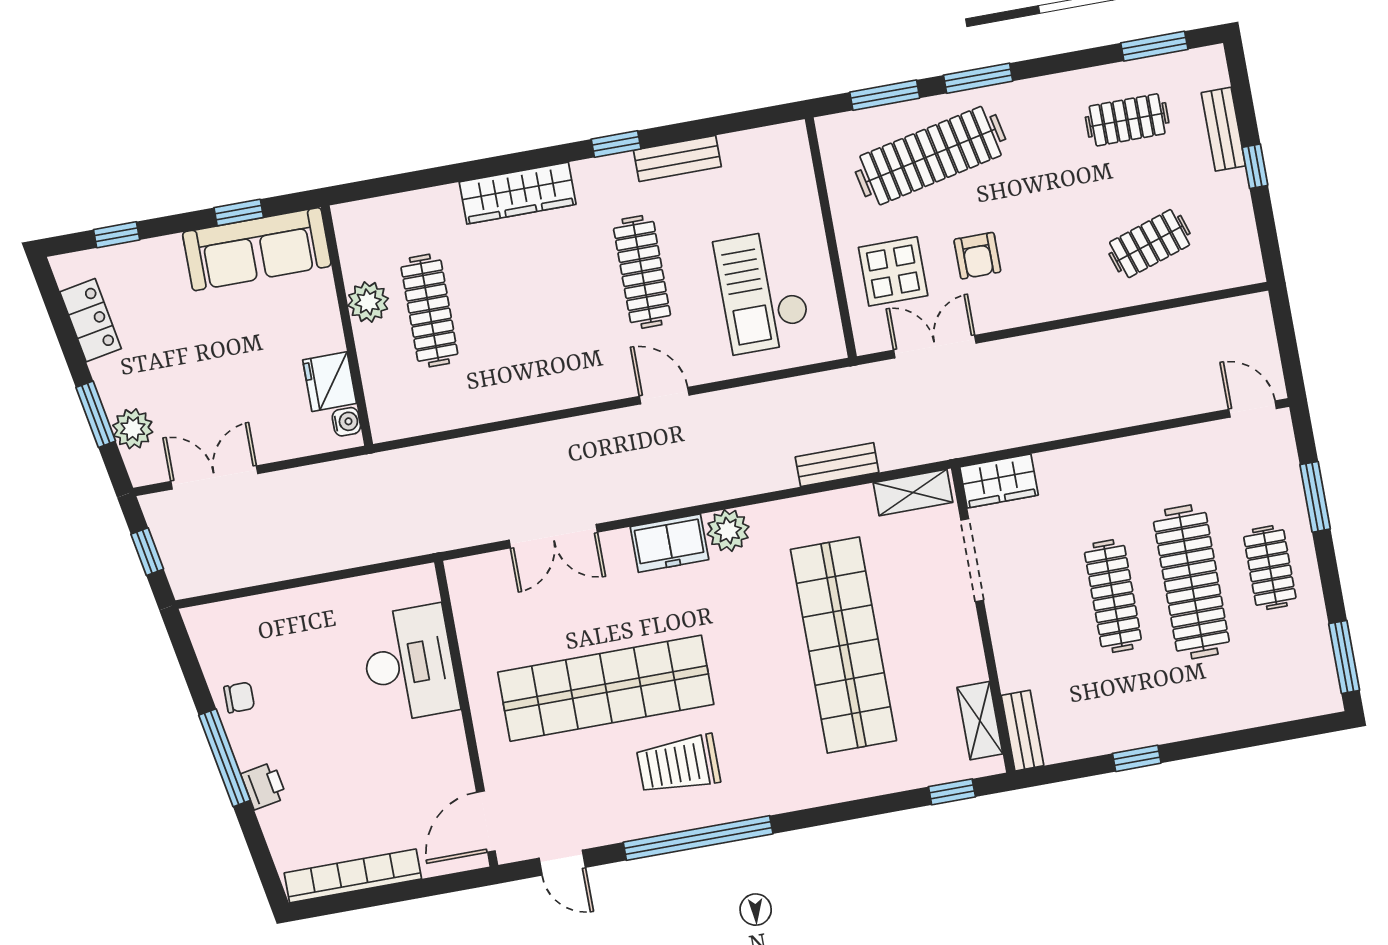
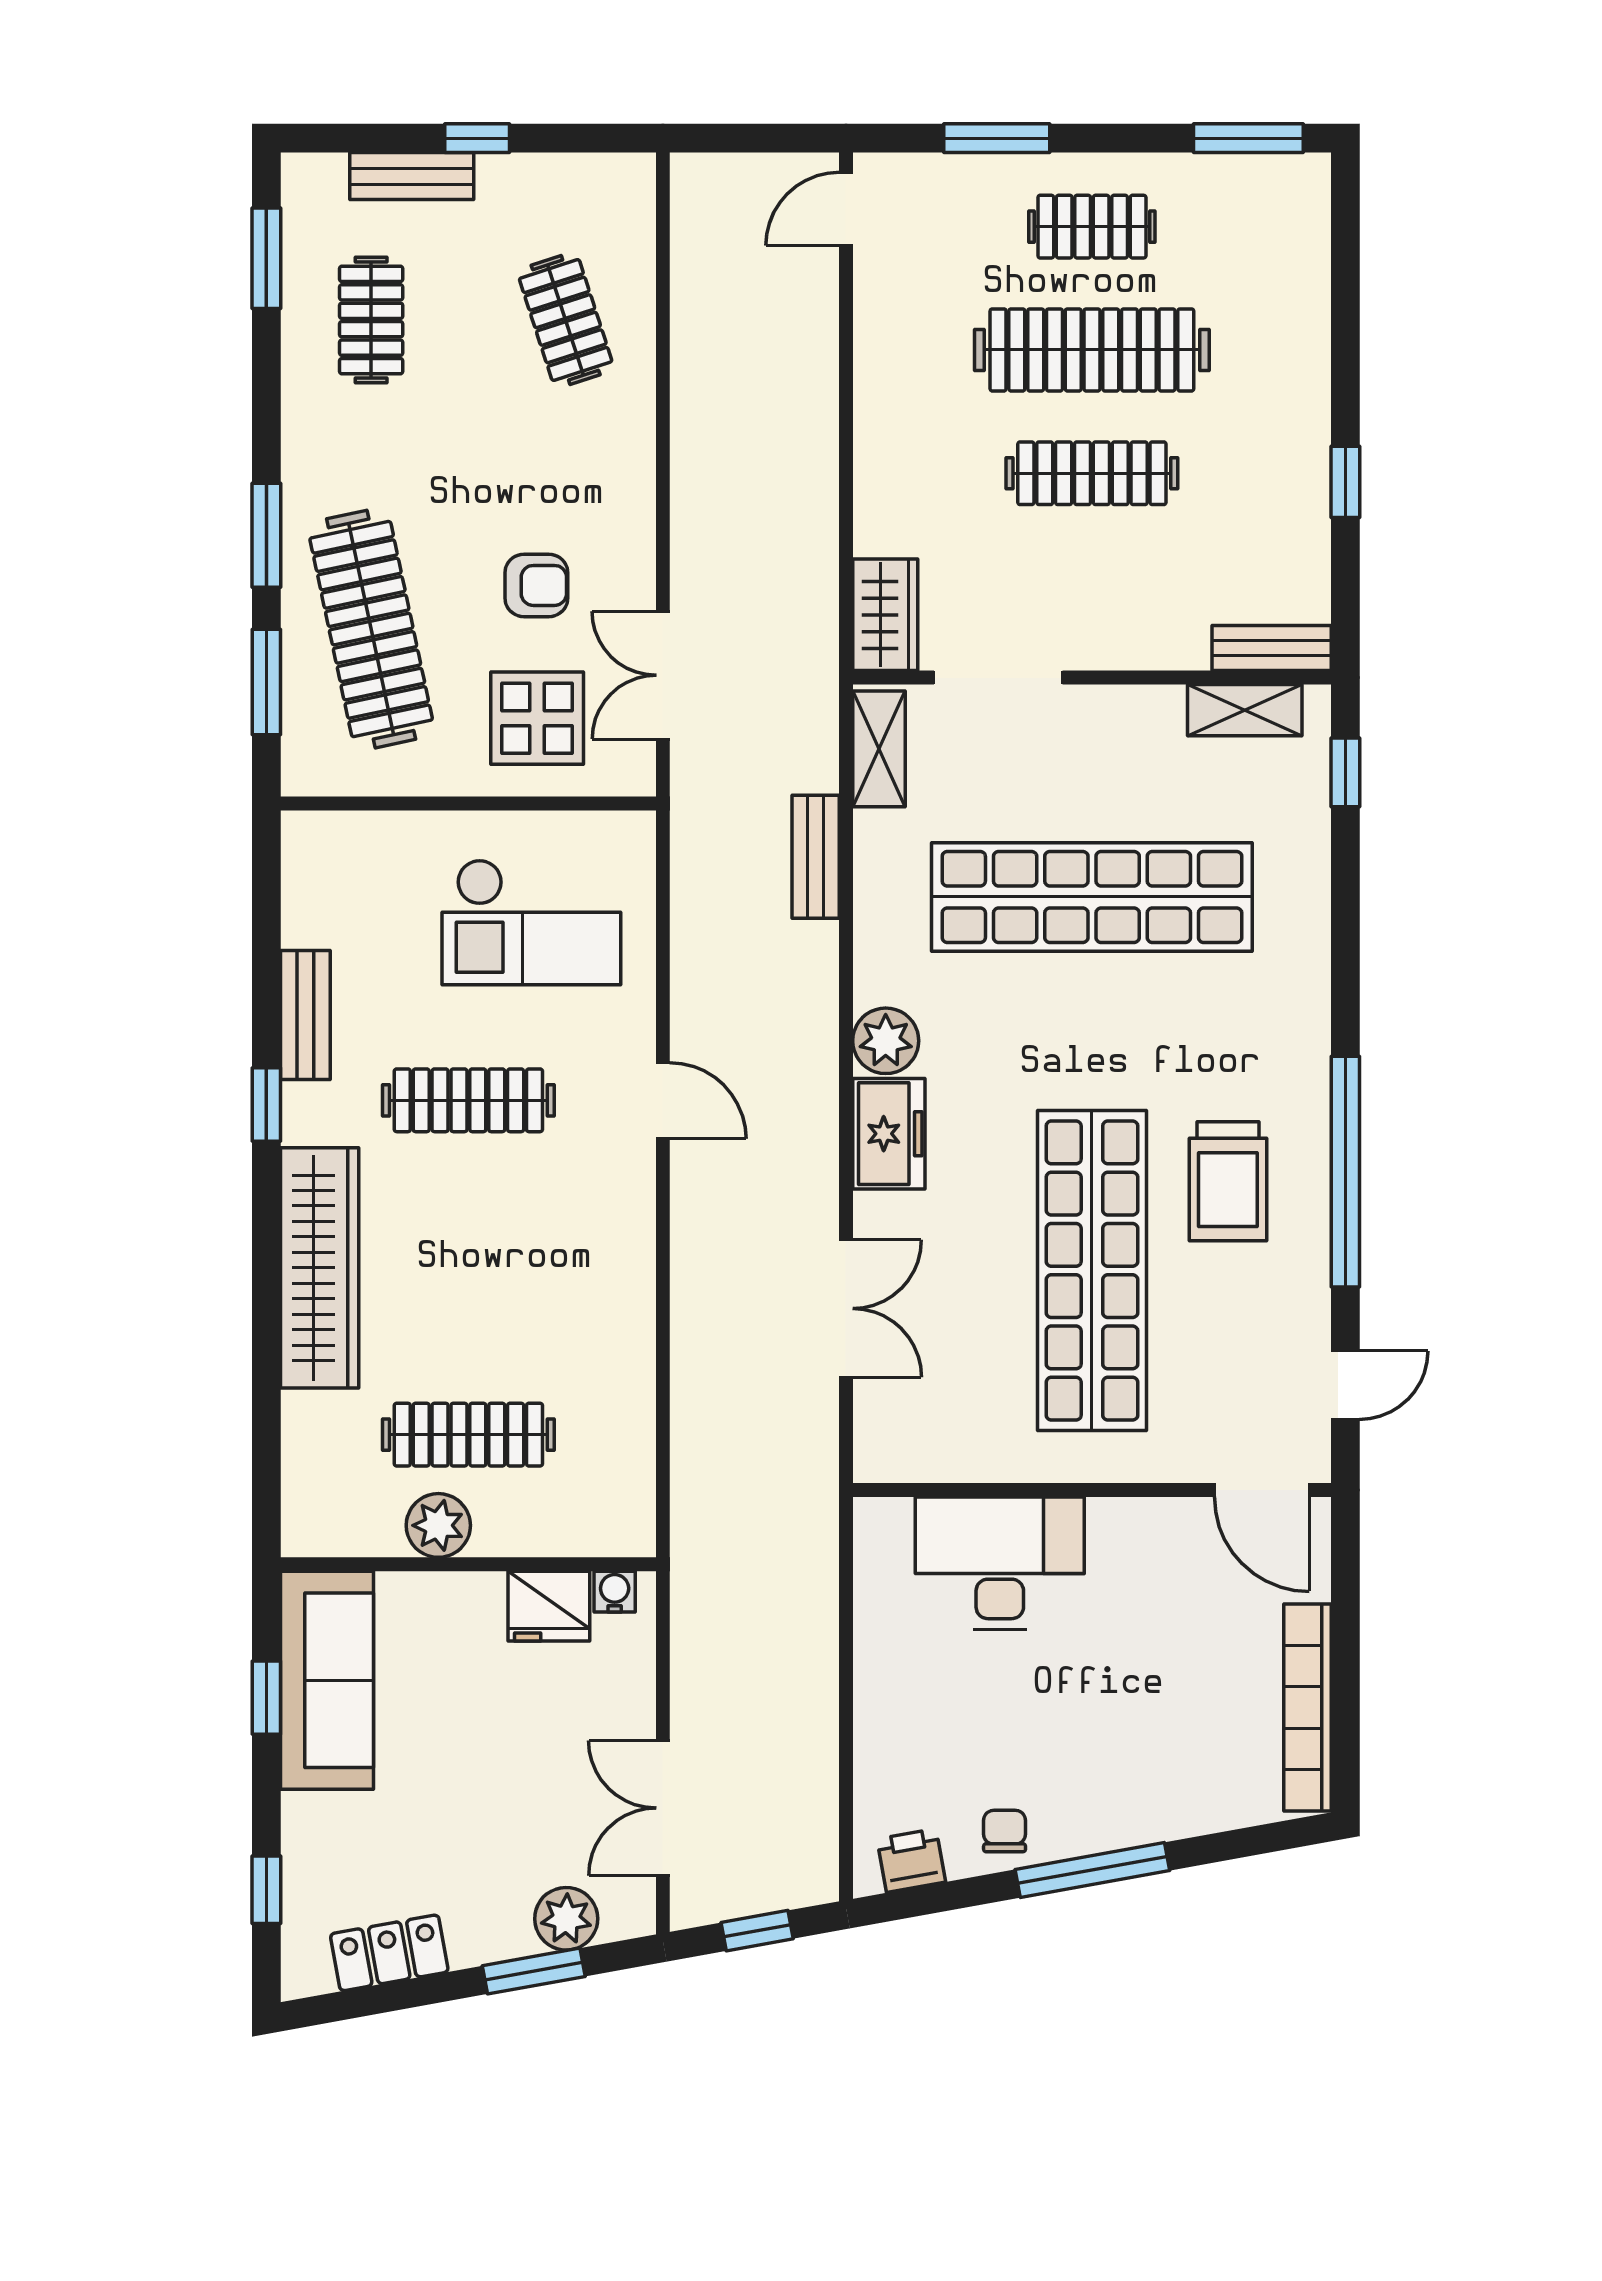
wardrobe: (518, 193) -> (320, 1268), width x1.40, depth x1.17
door: (664, 396) -> (663, 1101), swing flipped
printer: (264, 786) -> (911, 1861), moved

